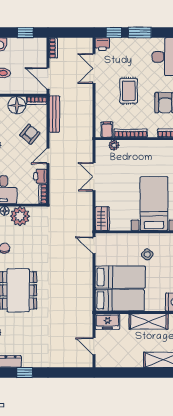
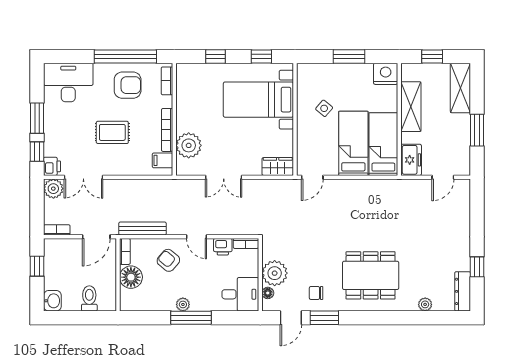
plant: (85, 45) -> (53, 189), added
plant: (114, 145) -> (189, 145), width x1.88, depth x1.88
window: (130, 373) -> (477, 130), added

